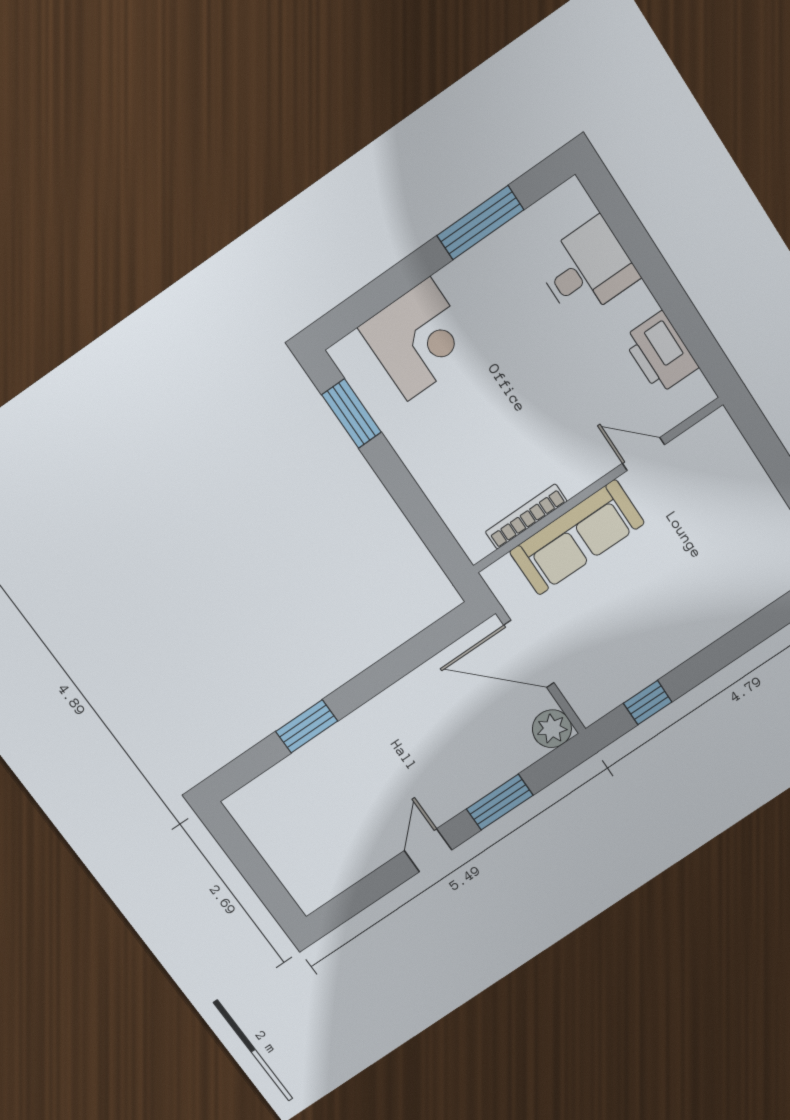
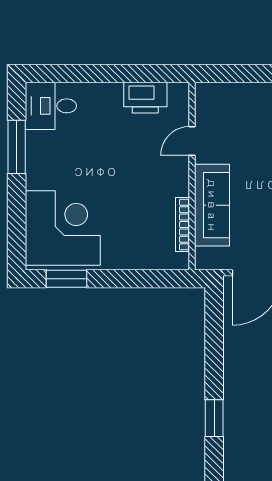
desk: (587, 269) -> (51, 106), moved, turned -90
corner desk: (419, 339) -> (63, 228), width x1.36, depth x1.36

